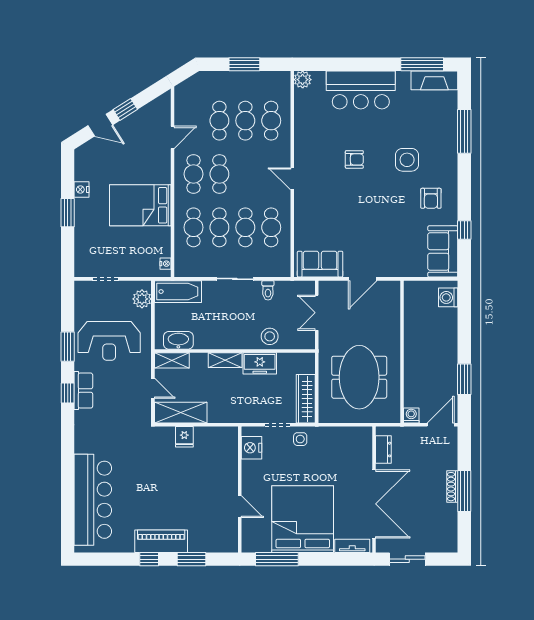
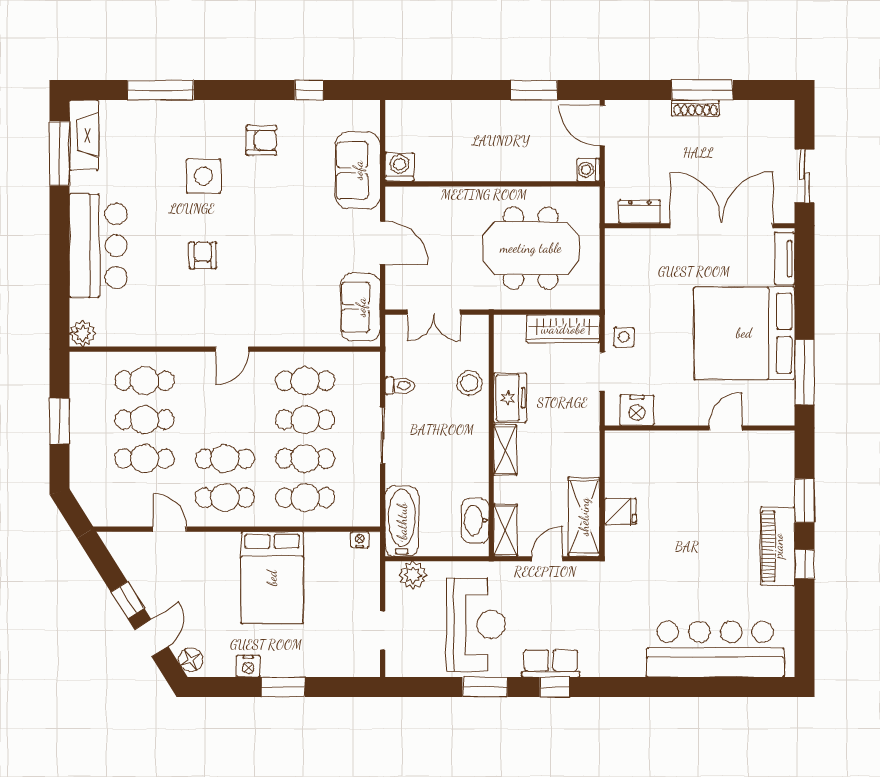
floor lamp: (86, 151) -> (191, 660), added
sofa: (443, 251) -> (358, 170), moved, turned 90
washing machine: (448, 297) -> (400, 167), moved, turned 180

